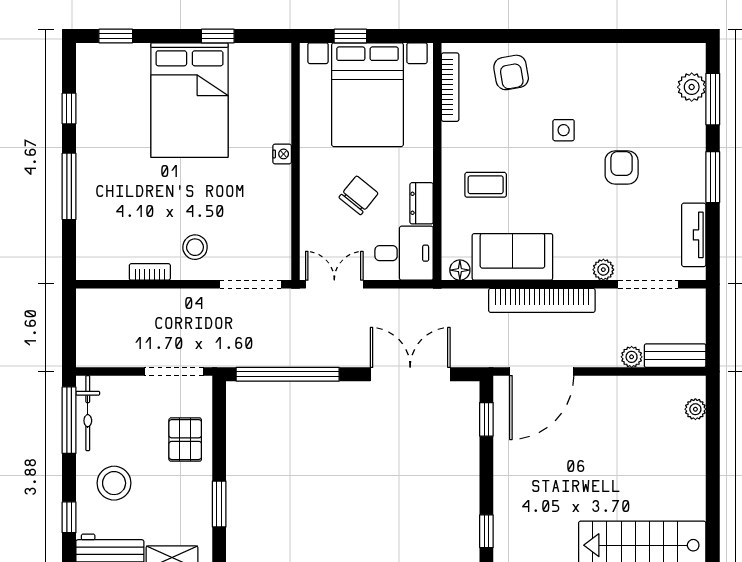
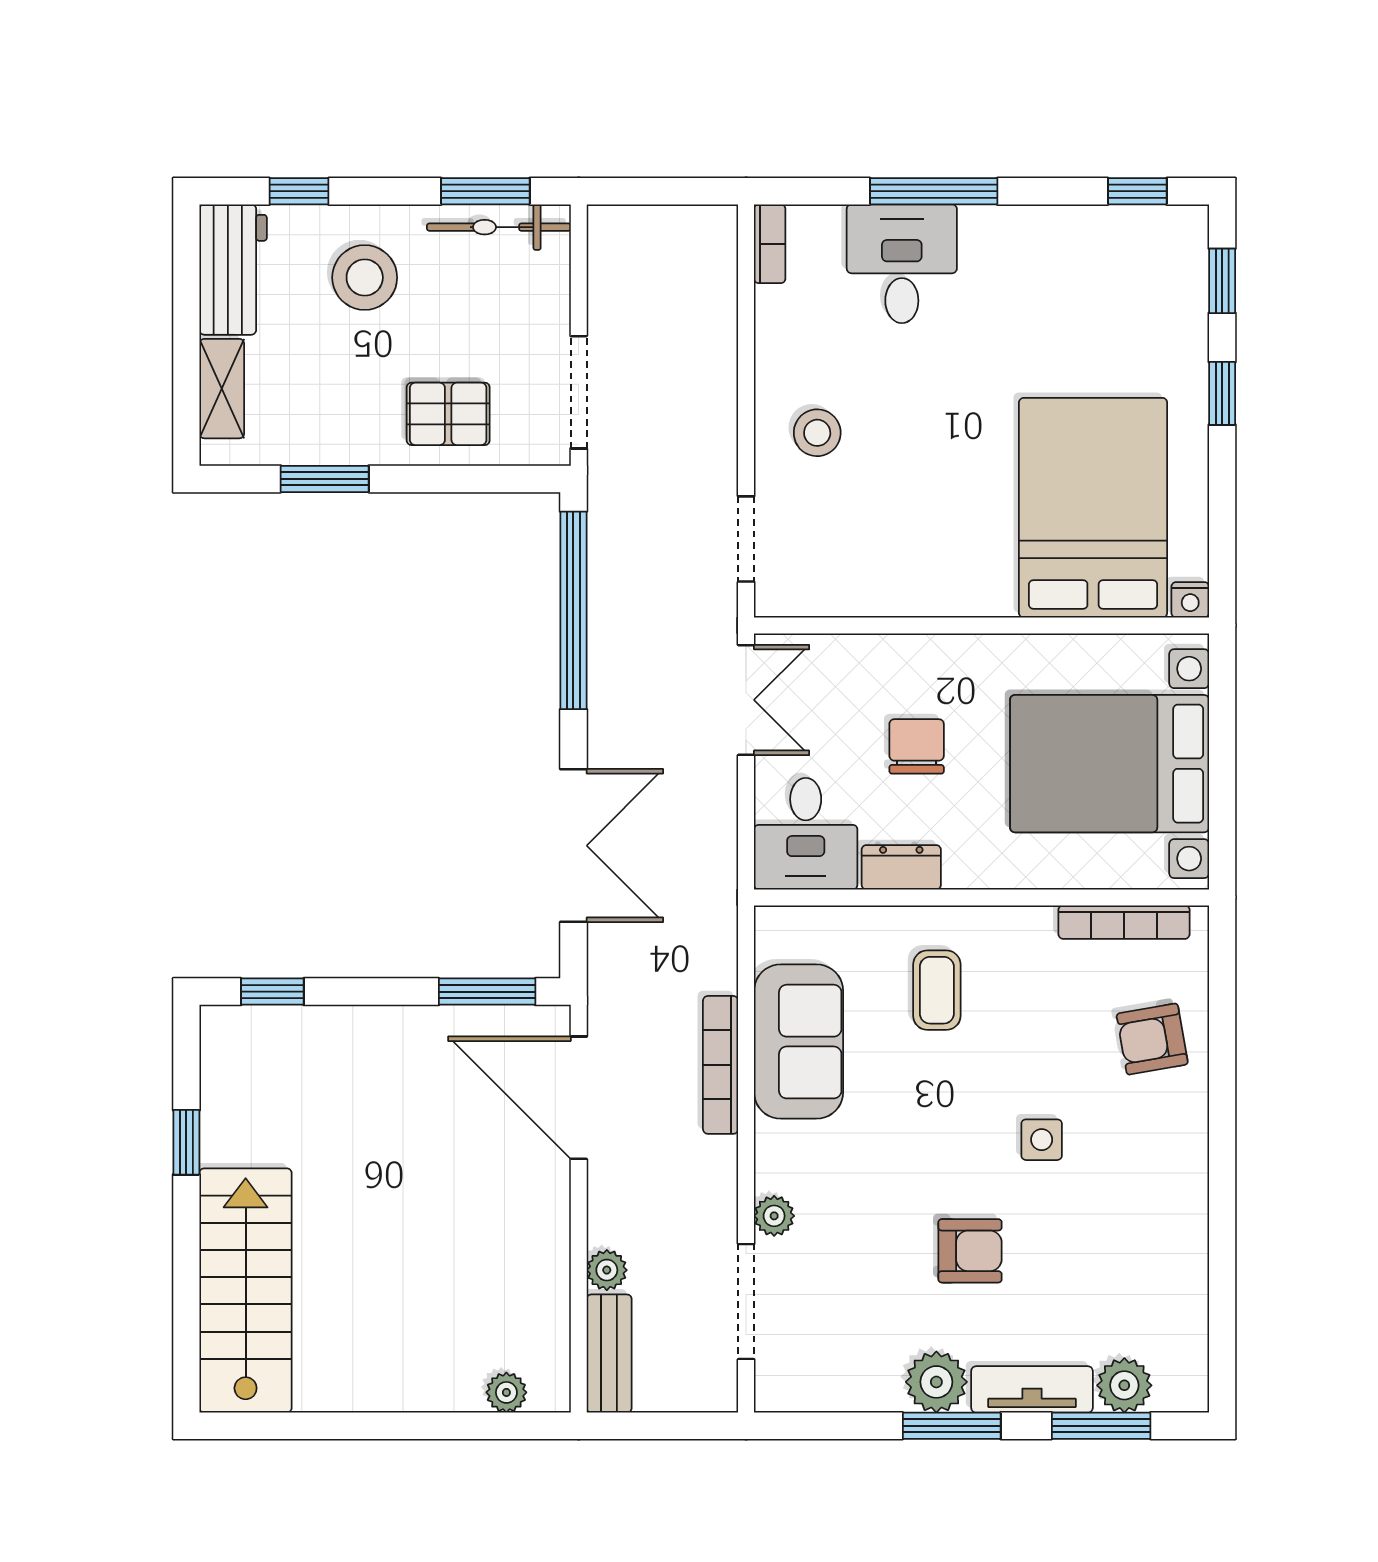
window: (218, 36) -> (1222, 393), moved
window: (350, 36) -> (1222, 731), removed
bed: (189, 100) -> (1093, 508), moved, turned 90
window: (69, 109) -> (1137, 191), moved
nightstand: (282, 154) -> (1190, 600), moved
plant: (690, 185) -> (936, 1382), added
chair: (359, 195) -> (917, 746), turned -129
desk: (107, 203) -> (902, 264), added
tv unit: (694, 235) -> (1032, 1389), moved
floor lamp: (460, 270) -> (773, 941), removed
bookcase: (150, 272) -> (770, 244), moved
doorway: (250, 284) -> (746, 539), width x0.73
bookcase: (542, 300) -> (721, 1065), width x0.68, depth x0.76
window: (486, 419) -> (487, 992), width x1.50
window: (69, 420) -> (485, 191), width x0.69

